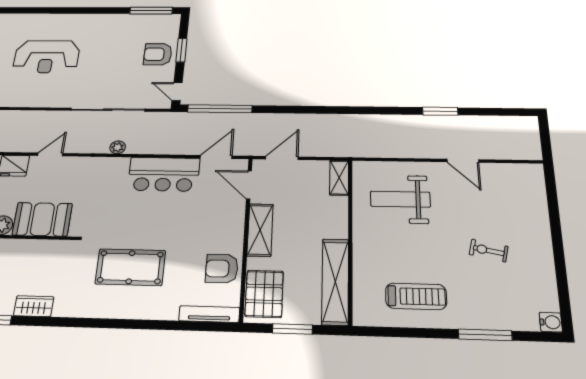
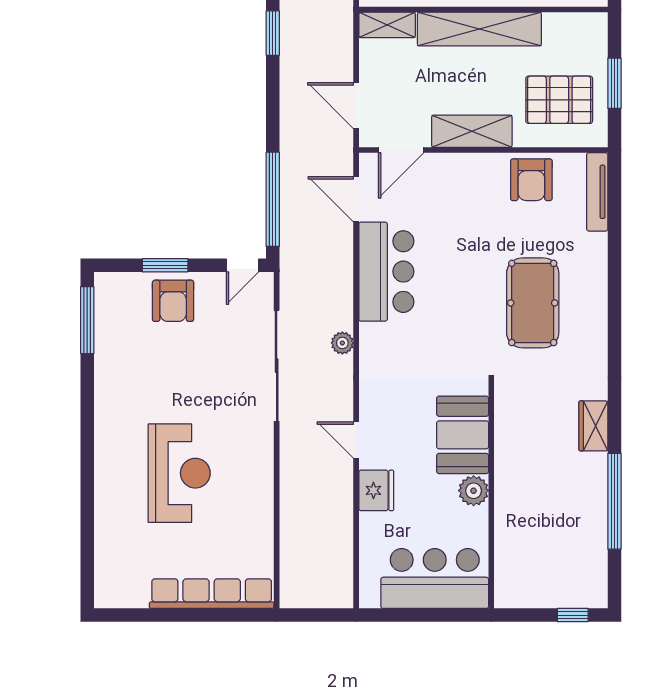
window: (334, 110) -> (273, 33), added
shelving: (335, 281) -> (479, 29), moved
pallet: (264, 294) -> (559, 100), moved

